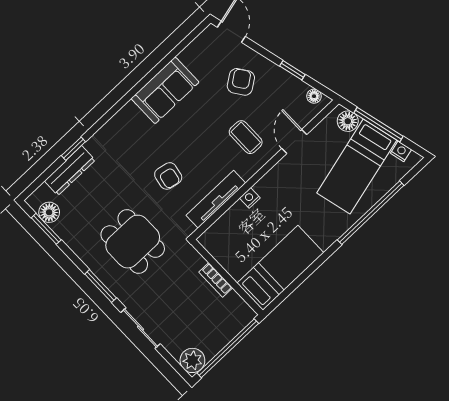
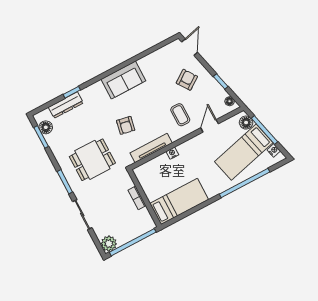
sofa: (165, 90) -> (123, 80), moved
dining table: (133, 242) -> (92, 160), turned 90

